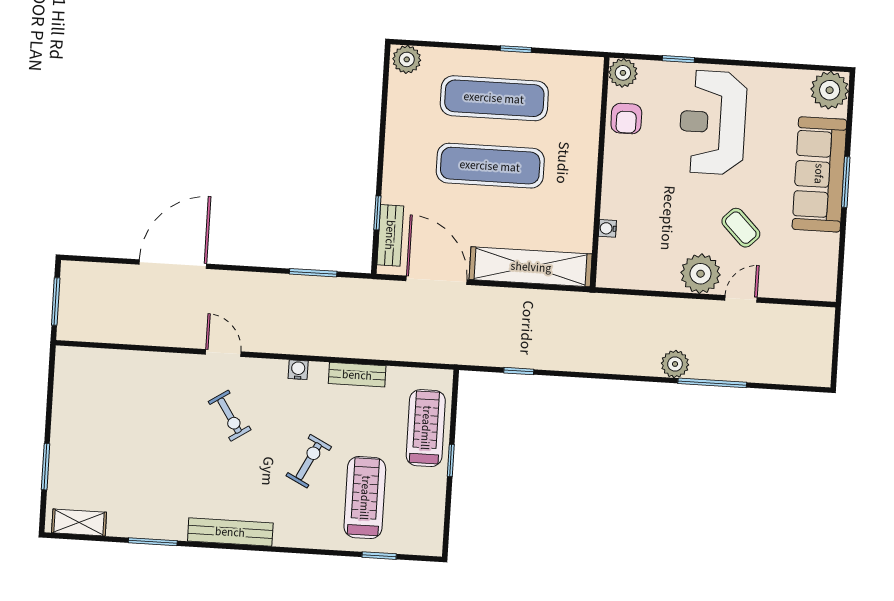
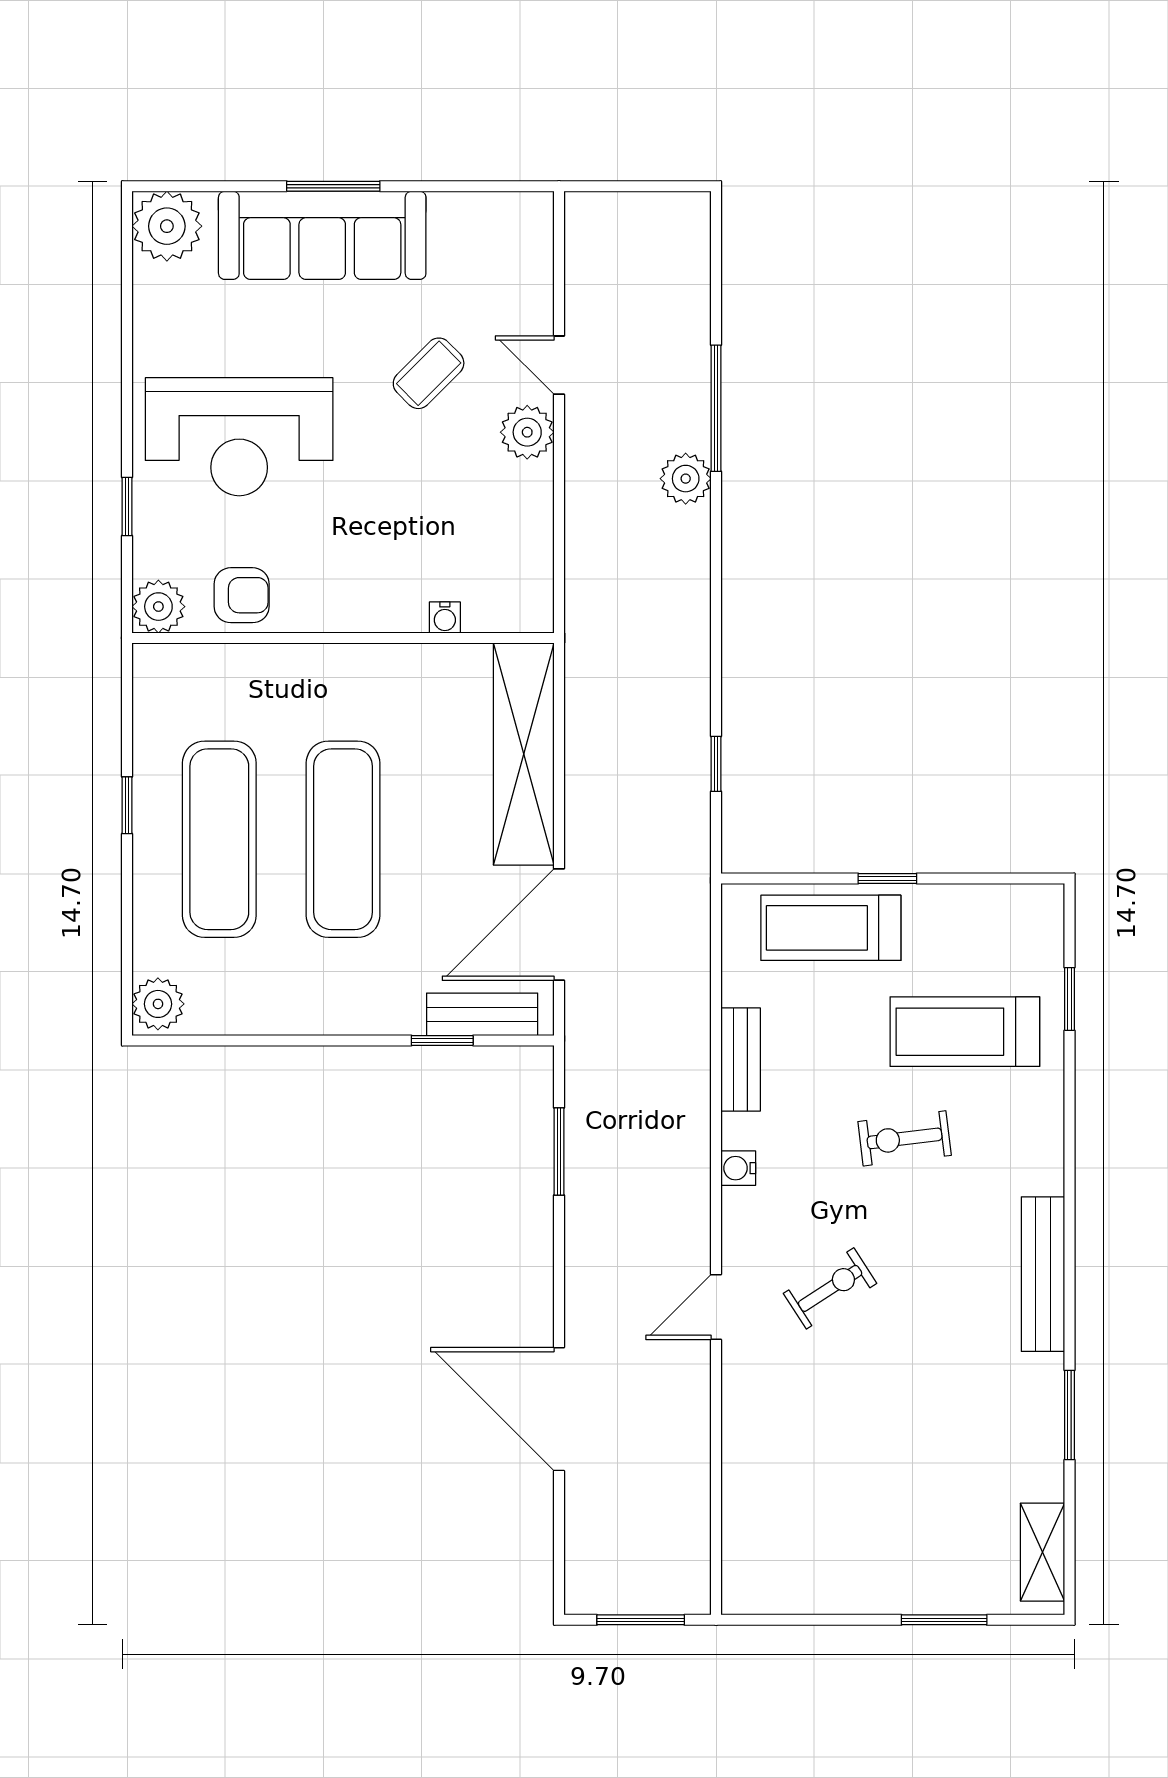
plant: (701, 274) -> (527, 432), width x0.73, depth x0.73
exercise bike: (309, 461) -> (905, 1138), turned -34

